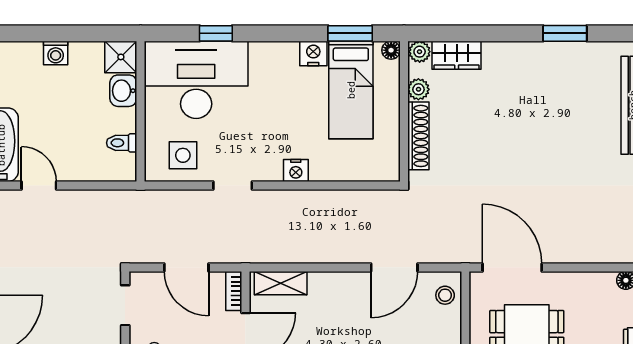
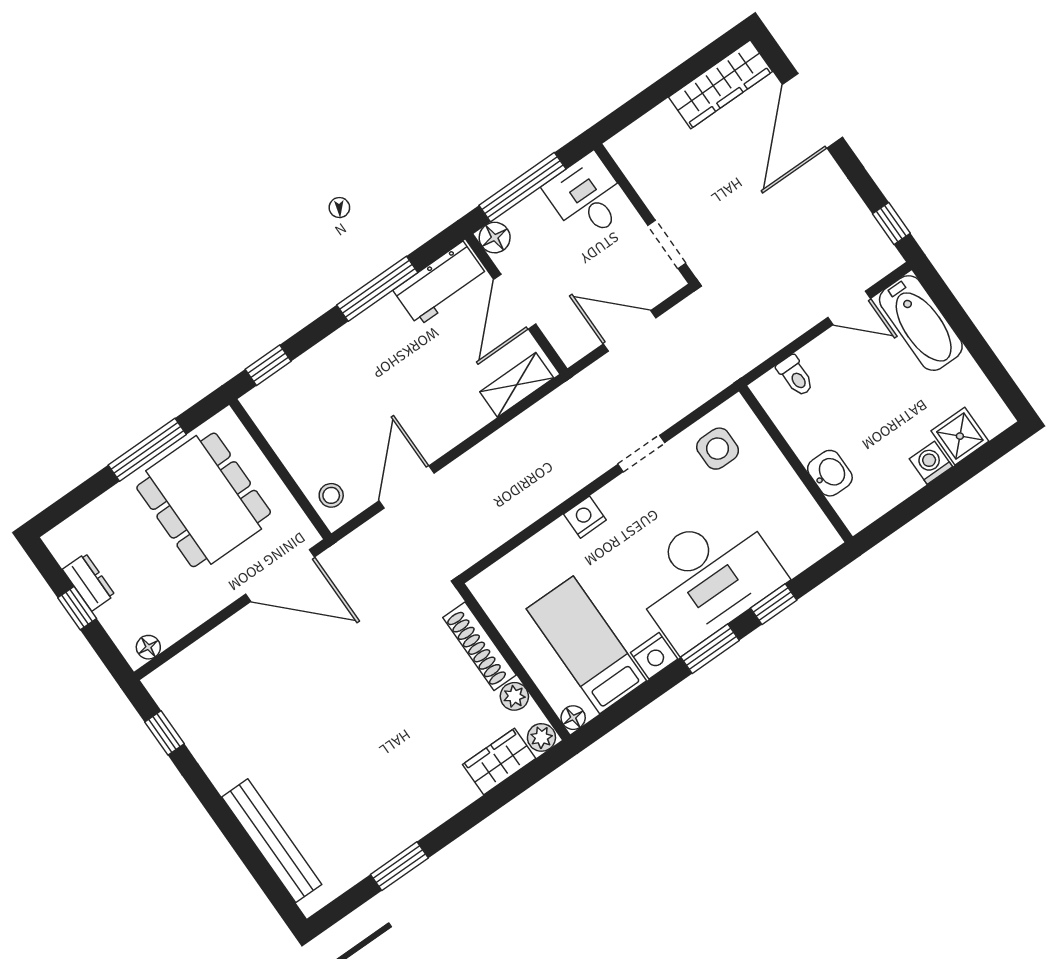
window: (350, 33) -> (710, 649), moved
shower: (121, 57) -> (960, 436), moved
desk: (196, 80) -> (706, 577), moved
toilet: (122, 143) -> (795, 376), moved, turned 90
bookcase: (234, 291) -> (561, 341), removed

